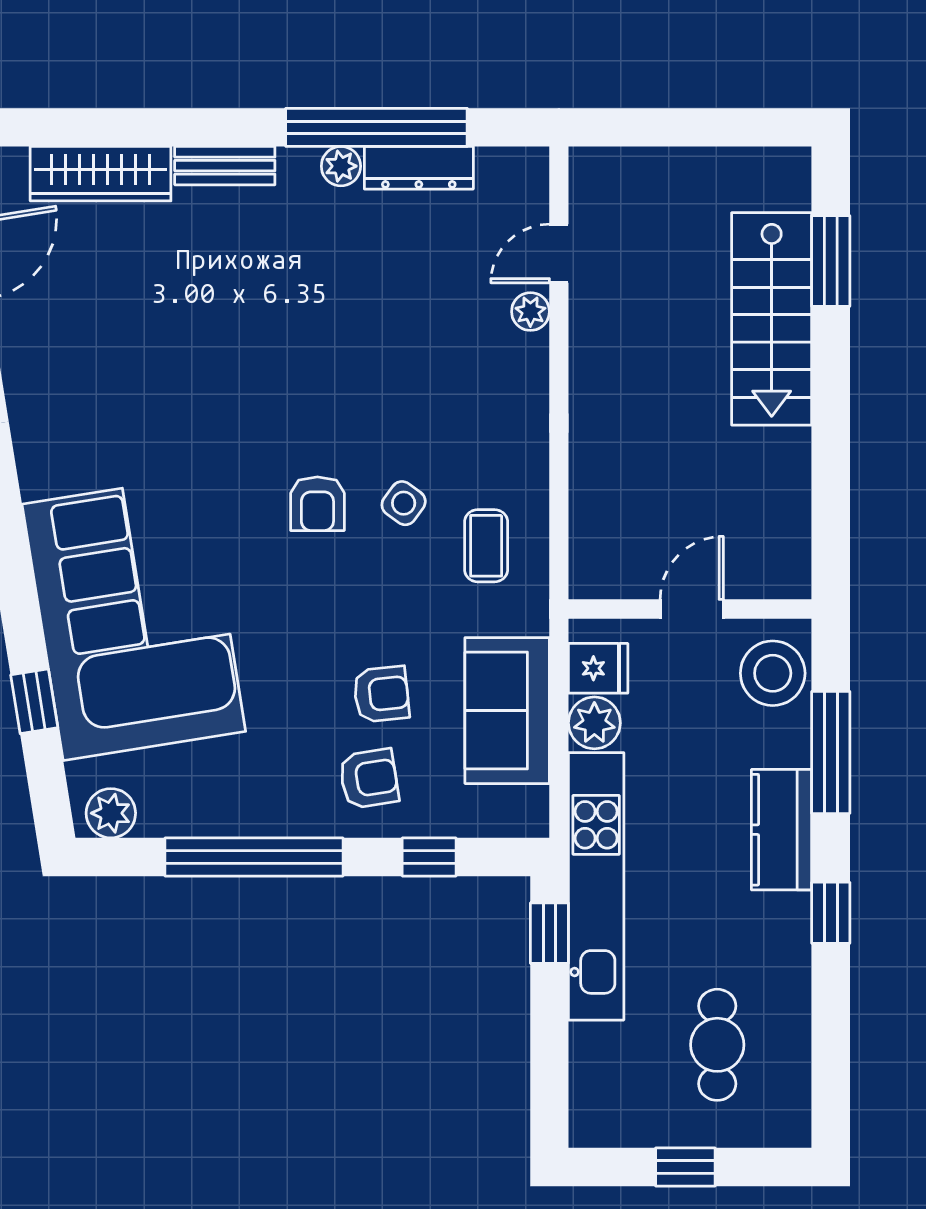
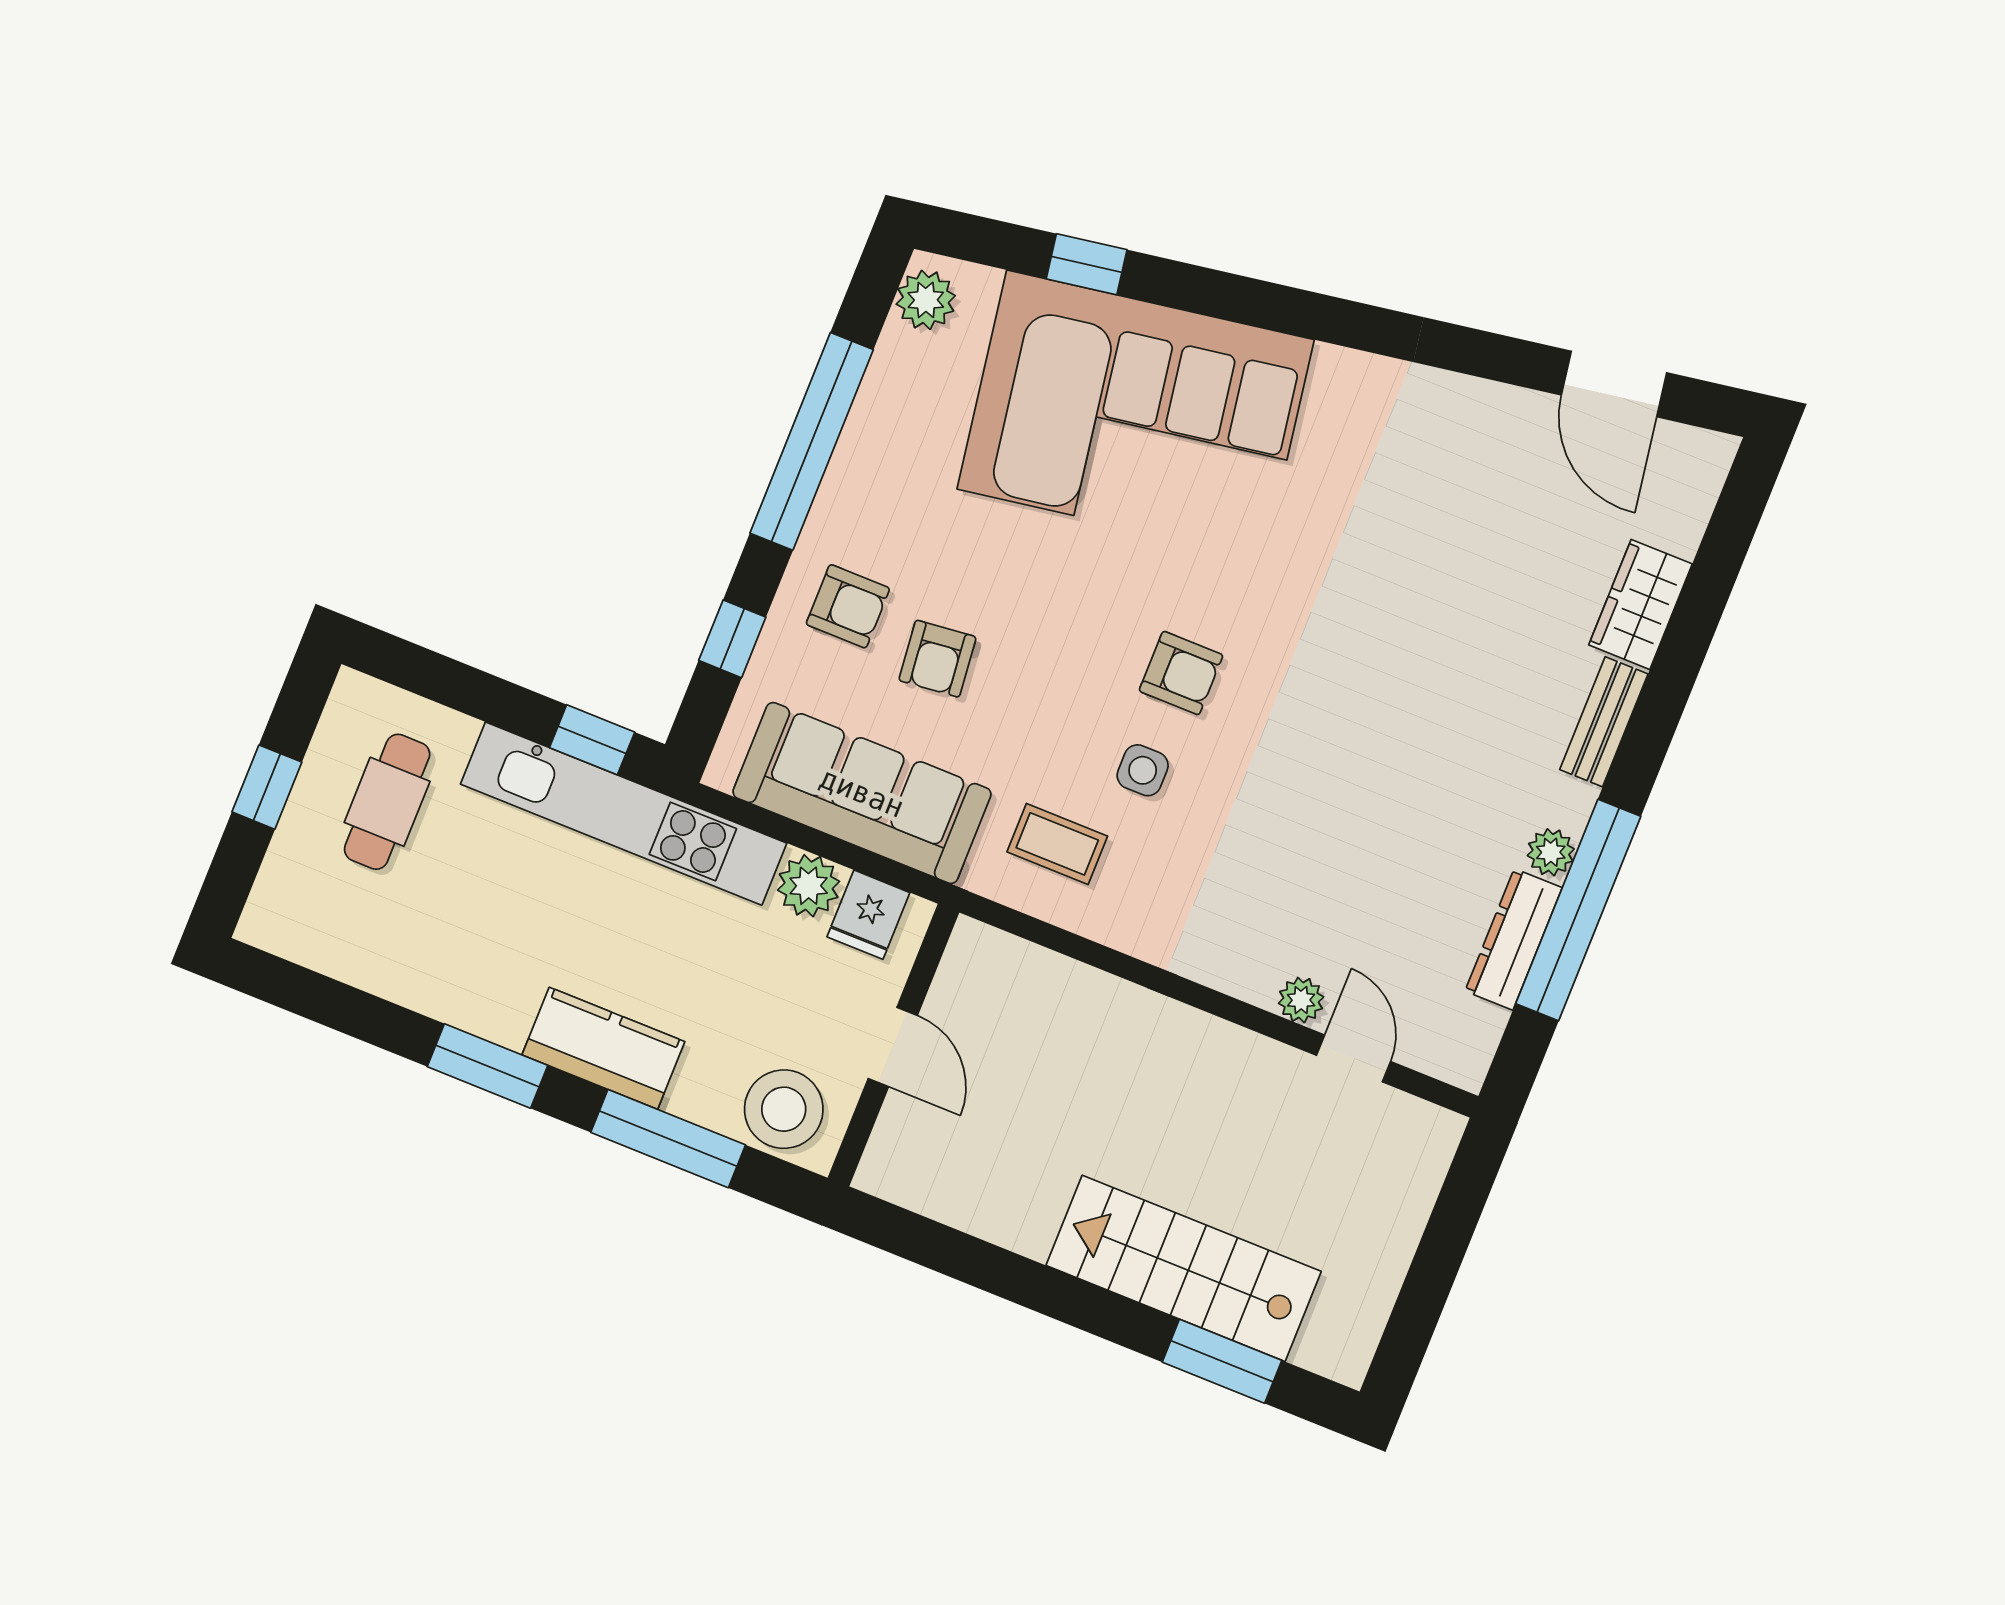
wardrobe: (101, 174) -> (1640, 604), width x0.67
side table: (404, 503) -> (1143, 770), turned -36
armchair: (317, 504) -> (1181, 673), turned 180
sofa: (507, 711) -> (862, 793), width x1.36
armchair: (369, 779) -> (848, 606), turned -81
window: (831, 913) -> (487, 1066), width x1.50
cafe table: (717, 1045) -> (387, 802), moved, turned 90

